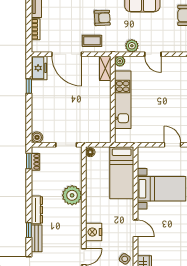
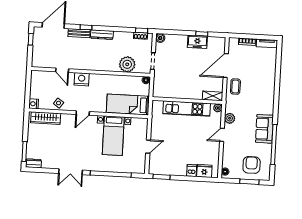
armchair: (102, 18) -> (253, 96), removed
freezer: (39, 68) -> (197, 42), moved
plant: (72, 195) -> (127, 64), moved

